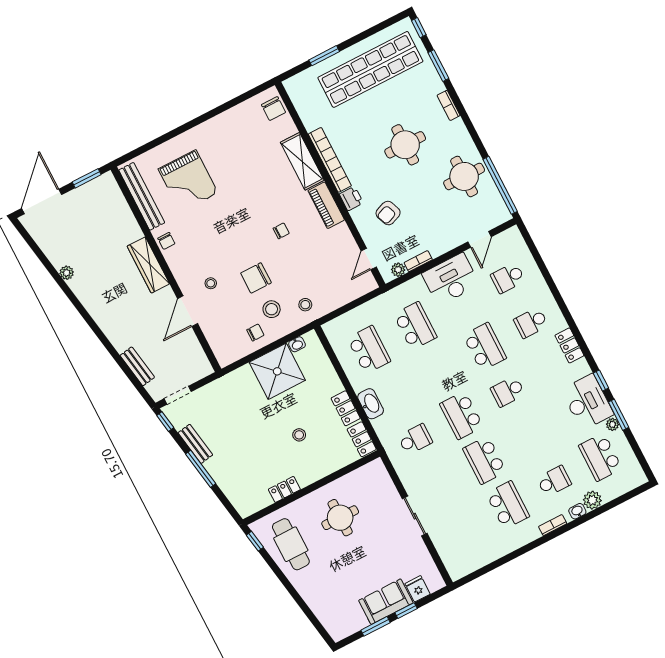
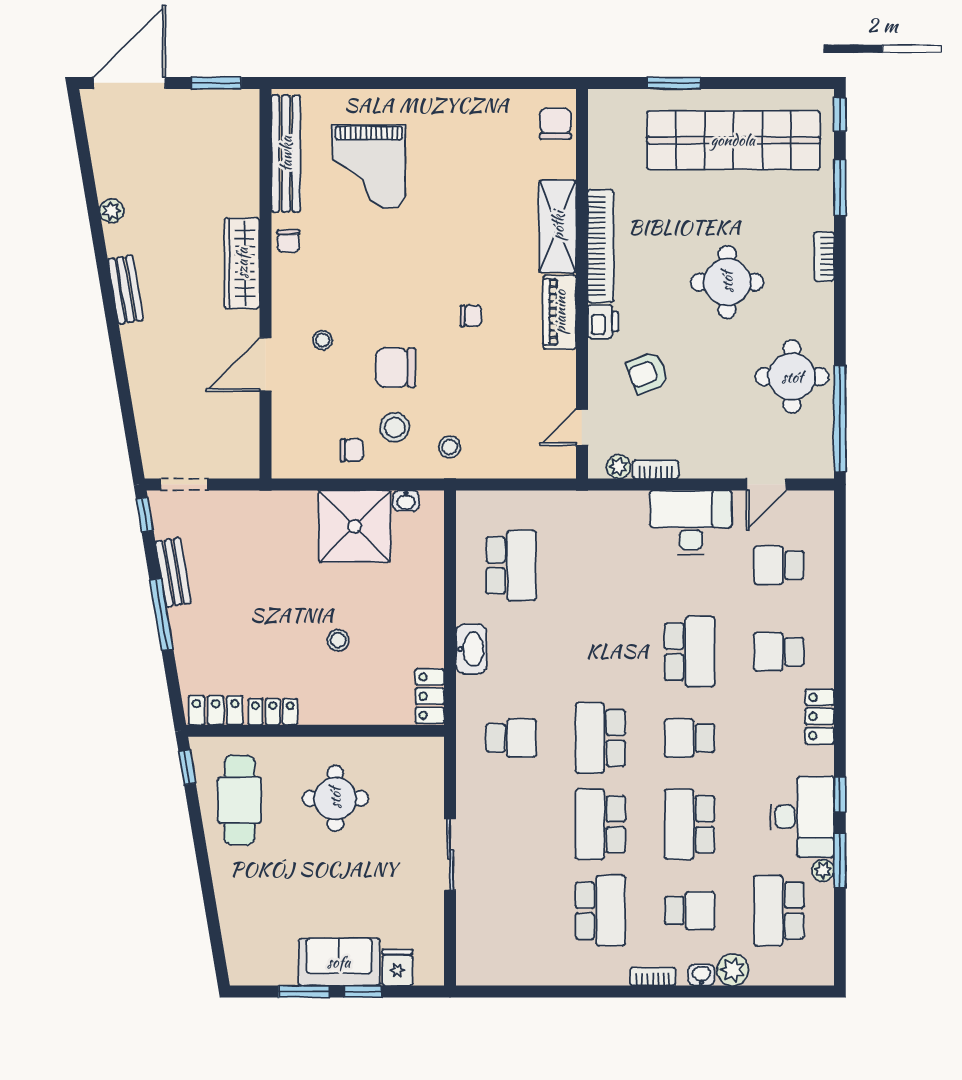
chair: (274, 109) -> (555, 124), turned 180
school desk: (415, 326) -> (690, 824), moved, turned 180
bench: (137, 366) -> (126, 290), moved
locker: (346, 408) -> (216, 710), moved, turned 90

